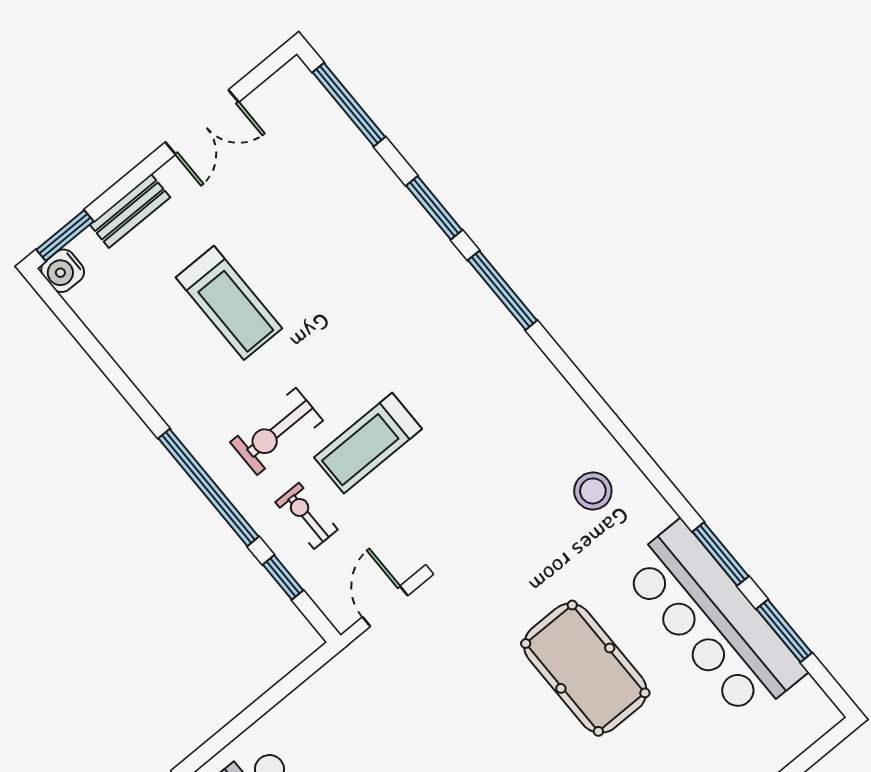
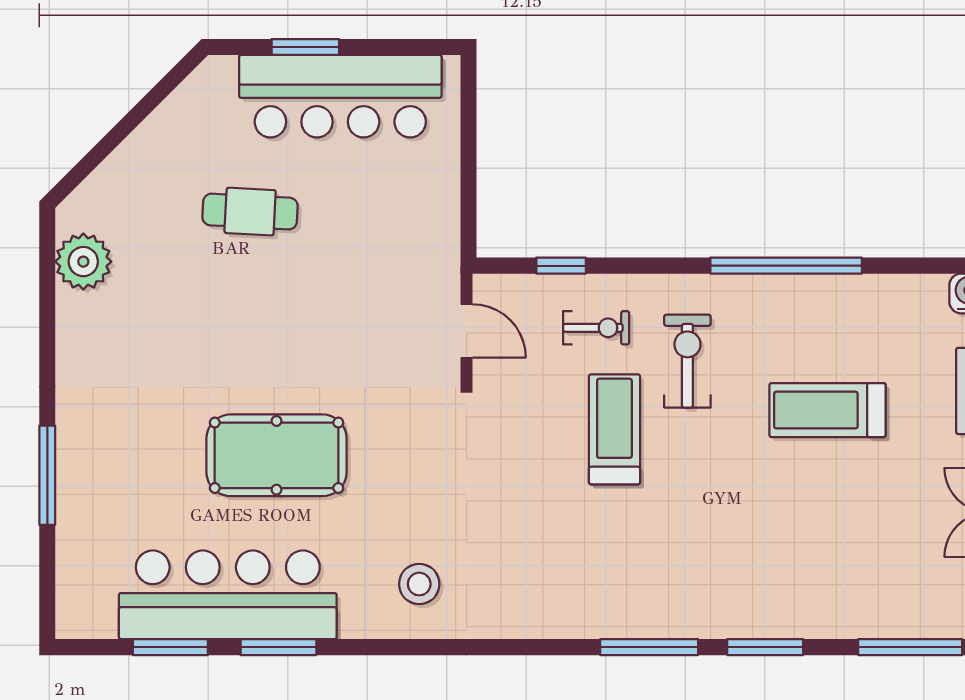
window: (209, 487) -> (786, 266), moved

